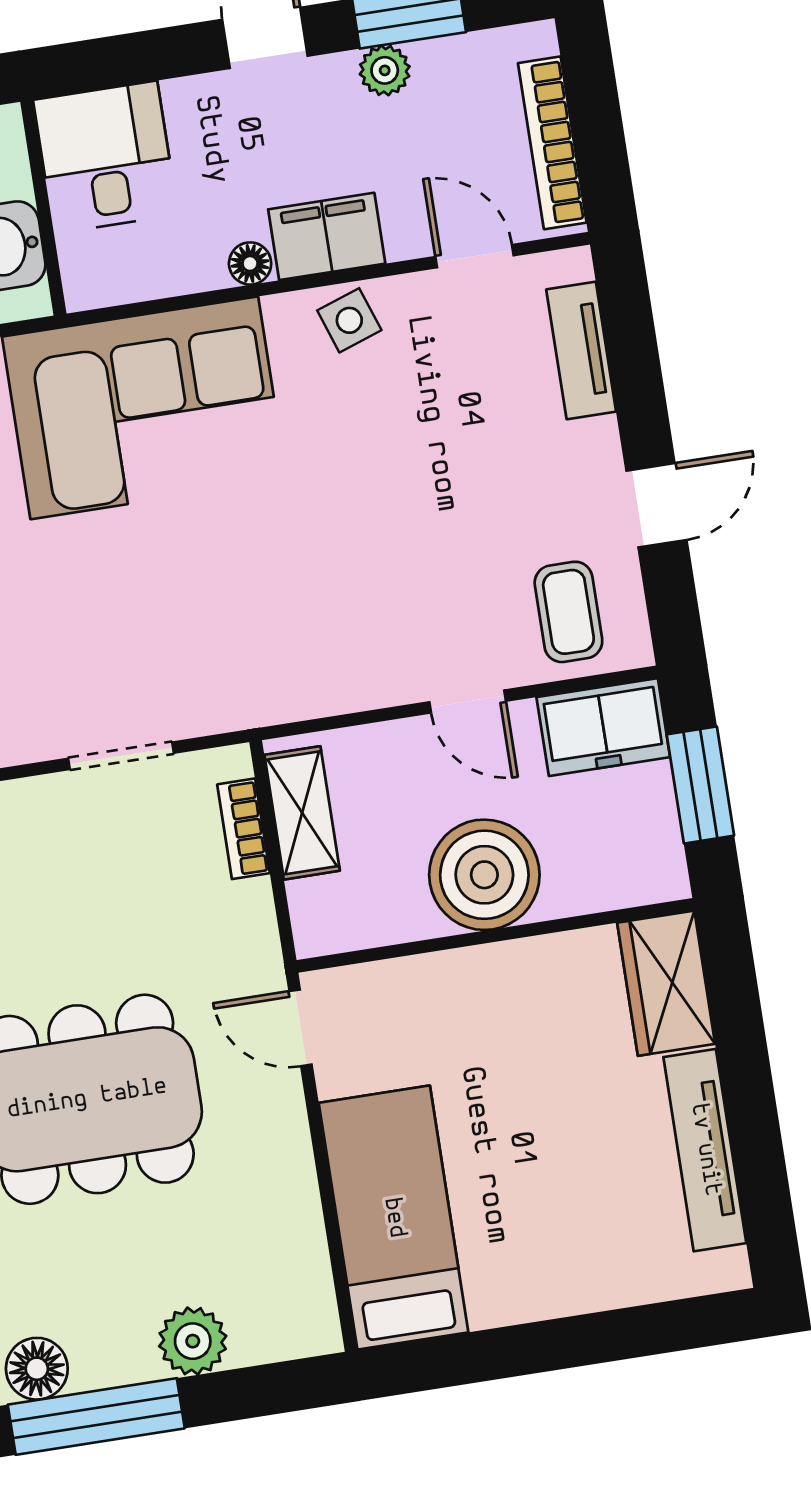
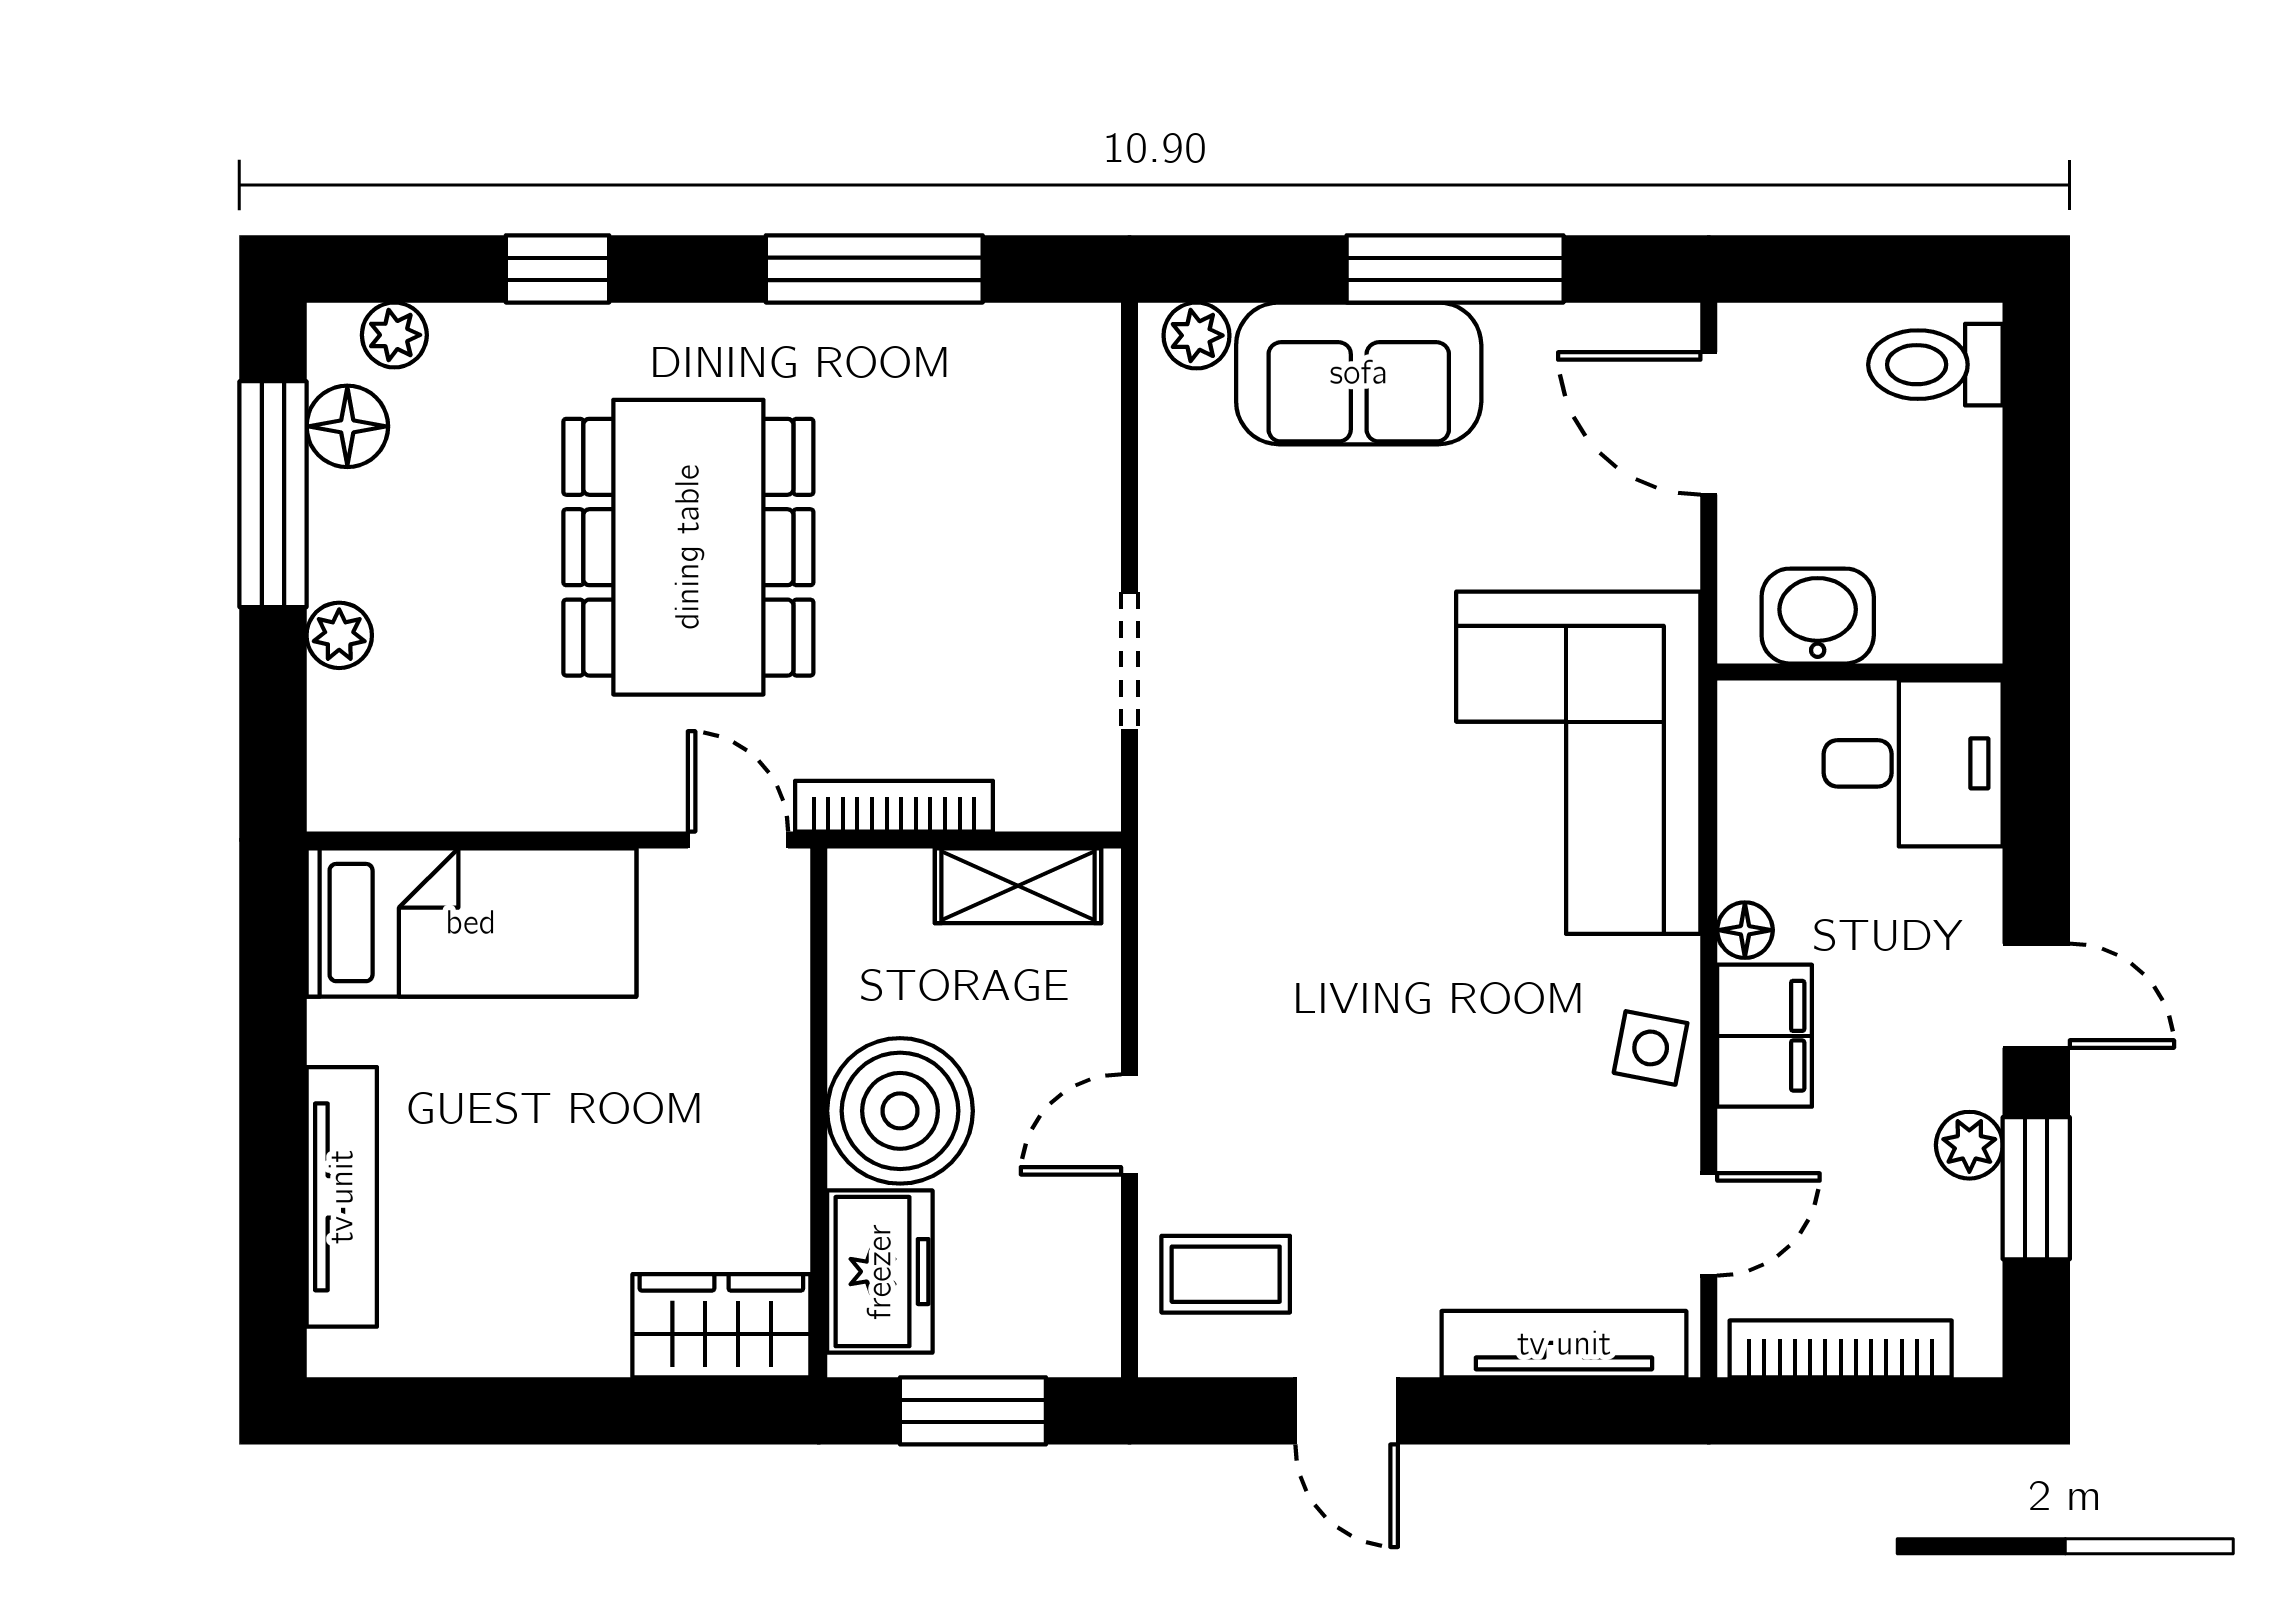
side table: (349, 320) -> (1651, 1048), turned 30
tv unit: (581, 350) -> (1564, 1344), width x1.41
freezer: (603, 727) -> (880, 1272), moved, turned 180
bookcase: (244, 829) -> (894, 806), moved, width x1.56
door: (301, 1028) -> (738, 840), hinge flipped
tv unit: (705, 1150) -> (342, 1197), moved, turned 90
plant: (193, 1341) -> (339, 635), width x0.73, depth x0.73

